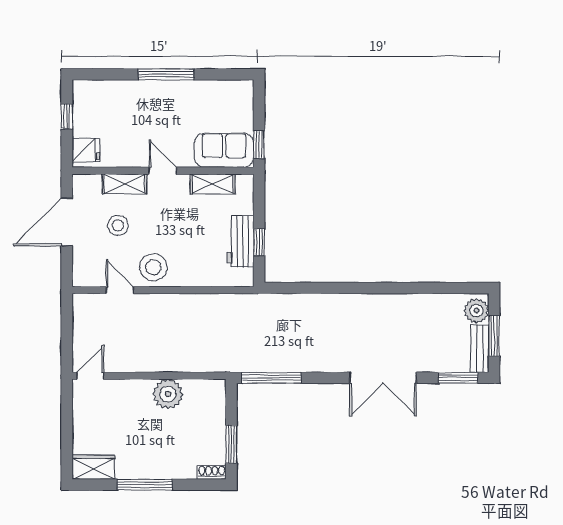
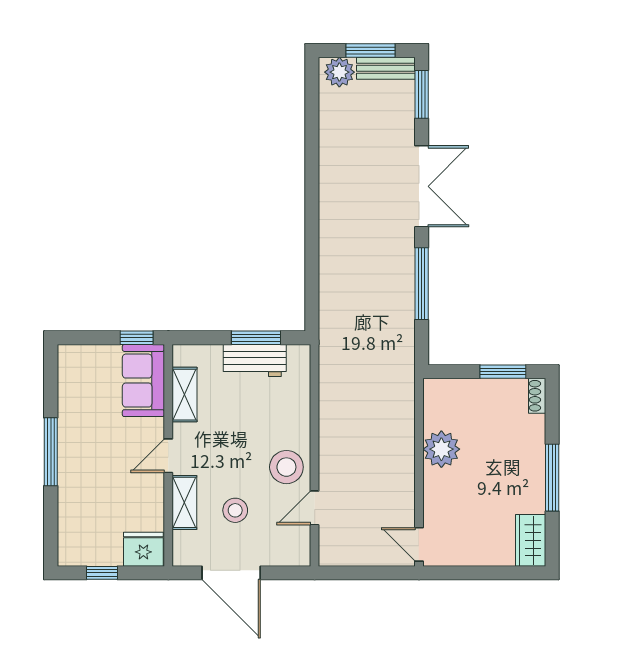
fridge: (86, 150) -> (143, 549), width x1.38
window: (259, 242) -> (256, 338), width x1.50
window: (272, 378) -> (422, 284), moved

